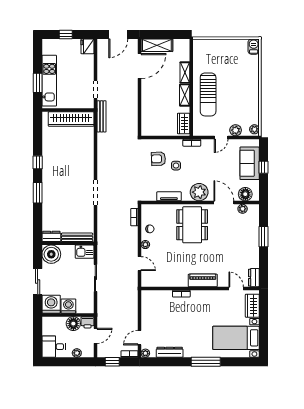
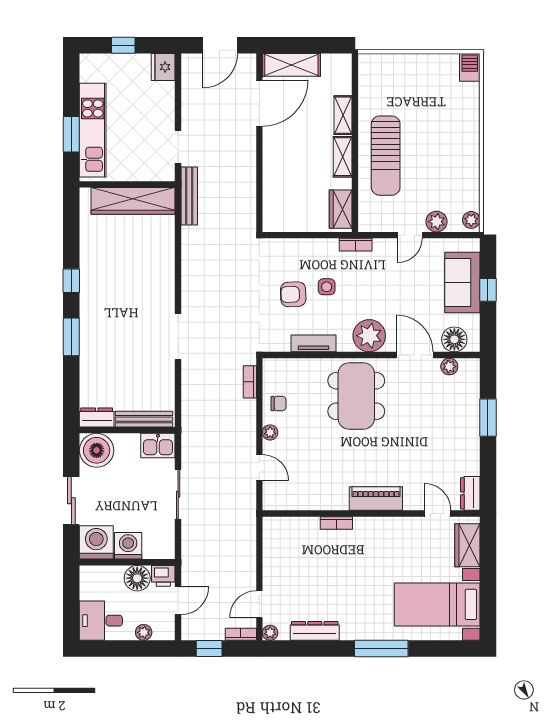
armchair: (158, 159) -> (293, 294), moved

